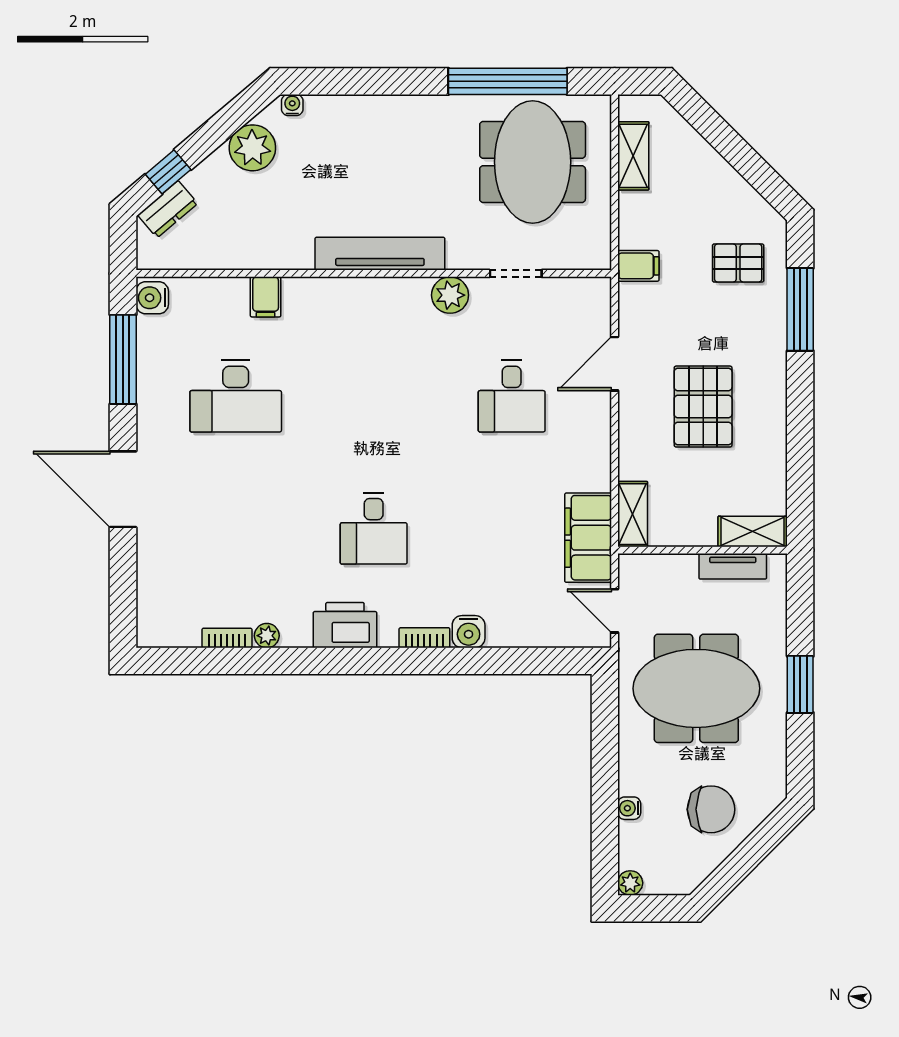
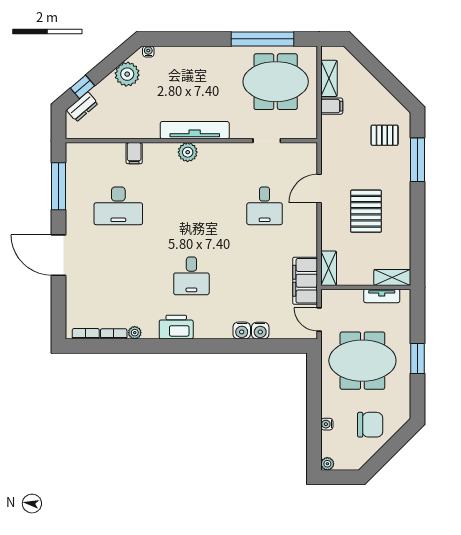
meeting table: (533, 162) -> (276, 82), turned 90
filing cabinet: (638, 266) -> (332, 106), moved
plant: (450, 295) -> (188, 152), moved
water cooler: (152, 298) -> (260, 331), moved, turned -90
bookcase: (424, 638) -> (86, 334), moved

